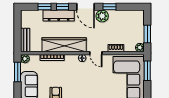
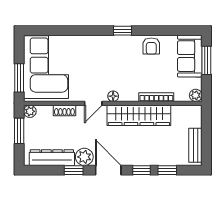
dresser: (59, 15) -> (52, 158), moved
bench: (25, 40) -> (195, 145), moved
door: (96, 53) -> (93, 103), swing flipped
window: (18, 72) -> (206, 60), moved

